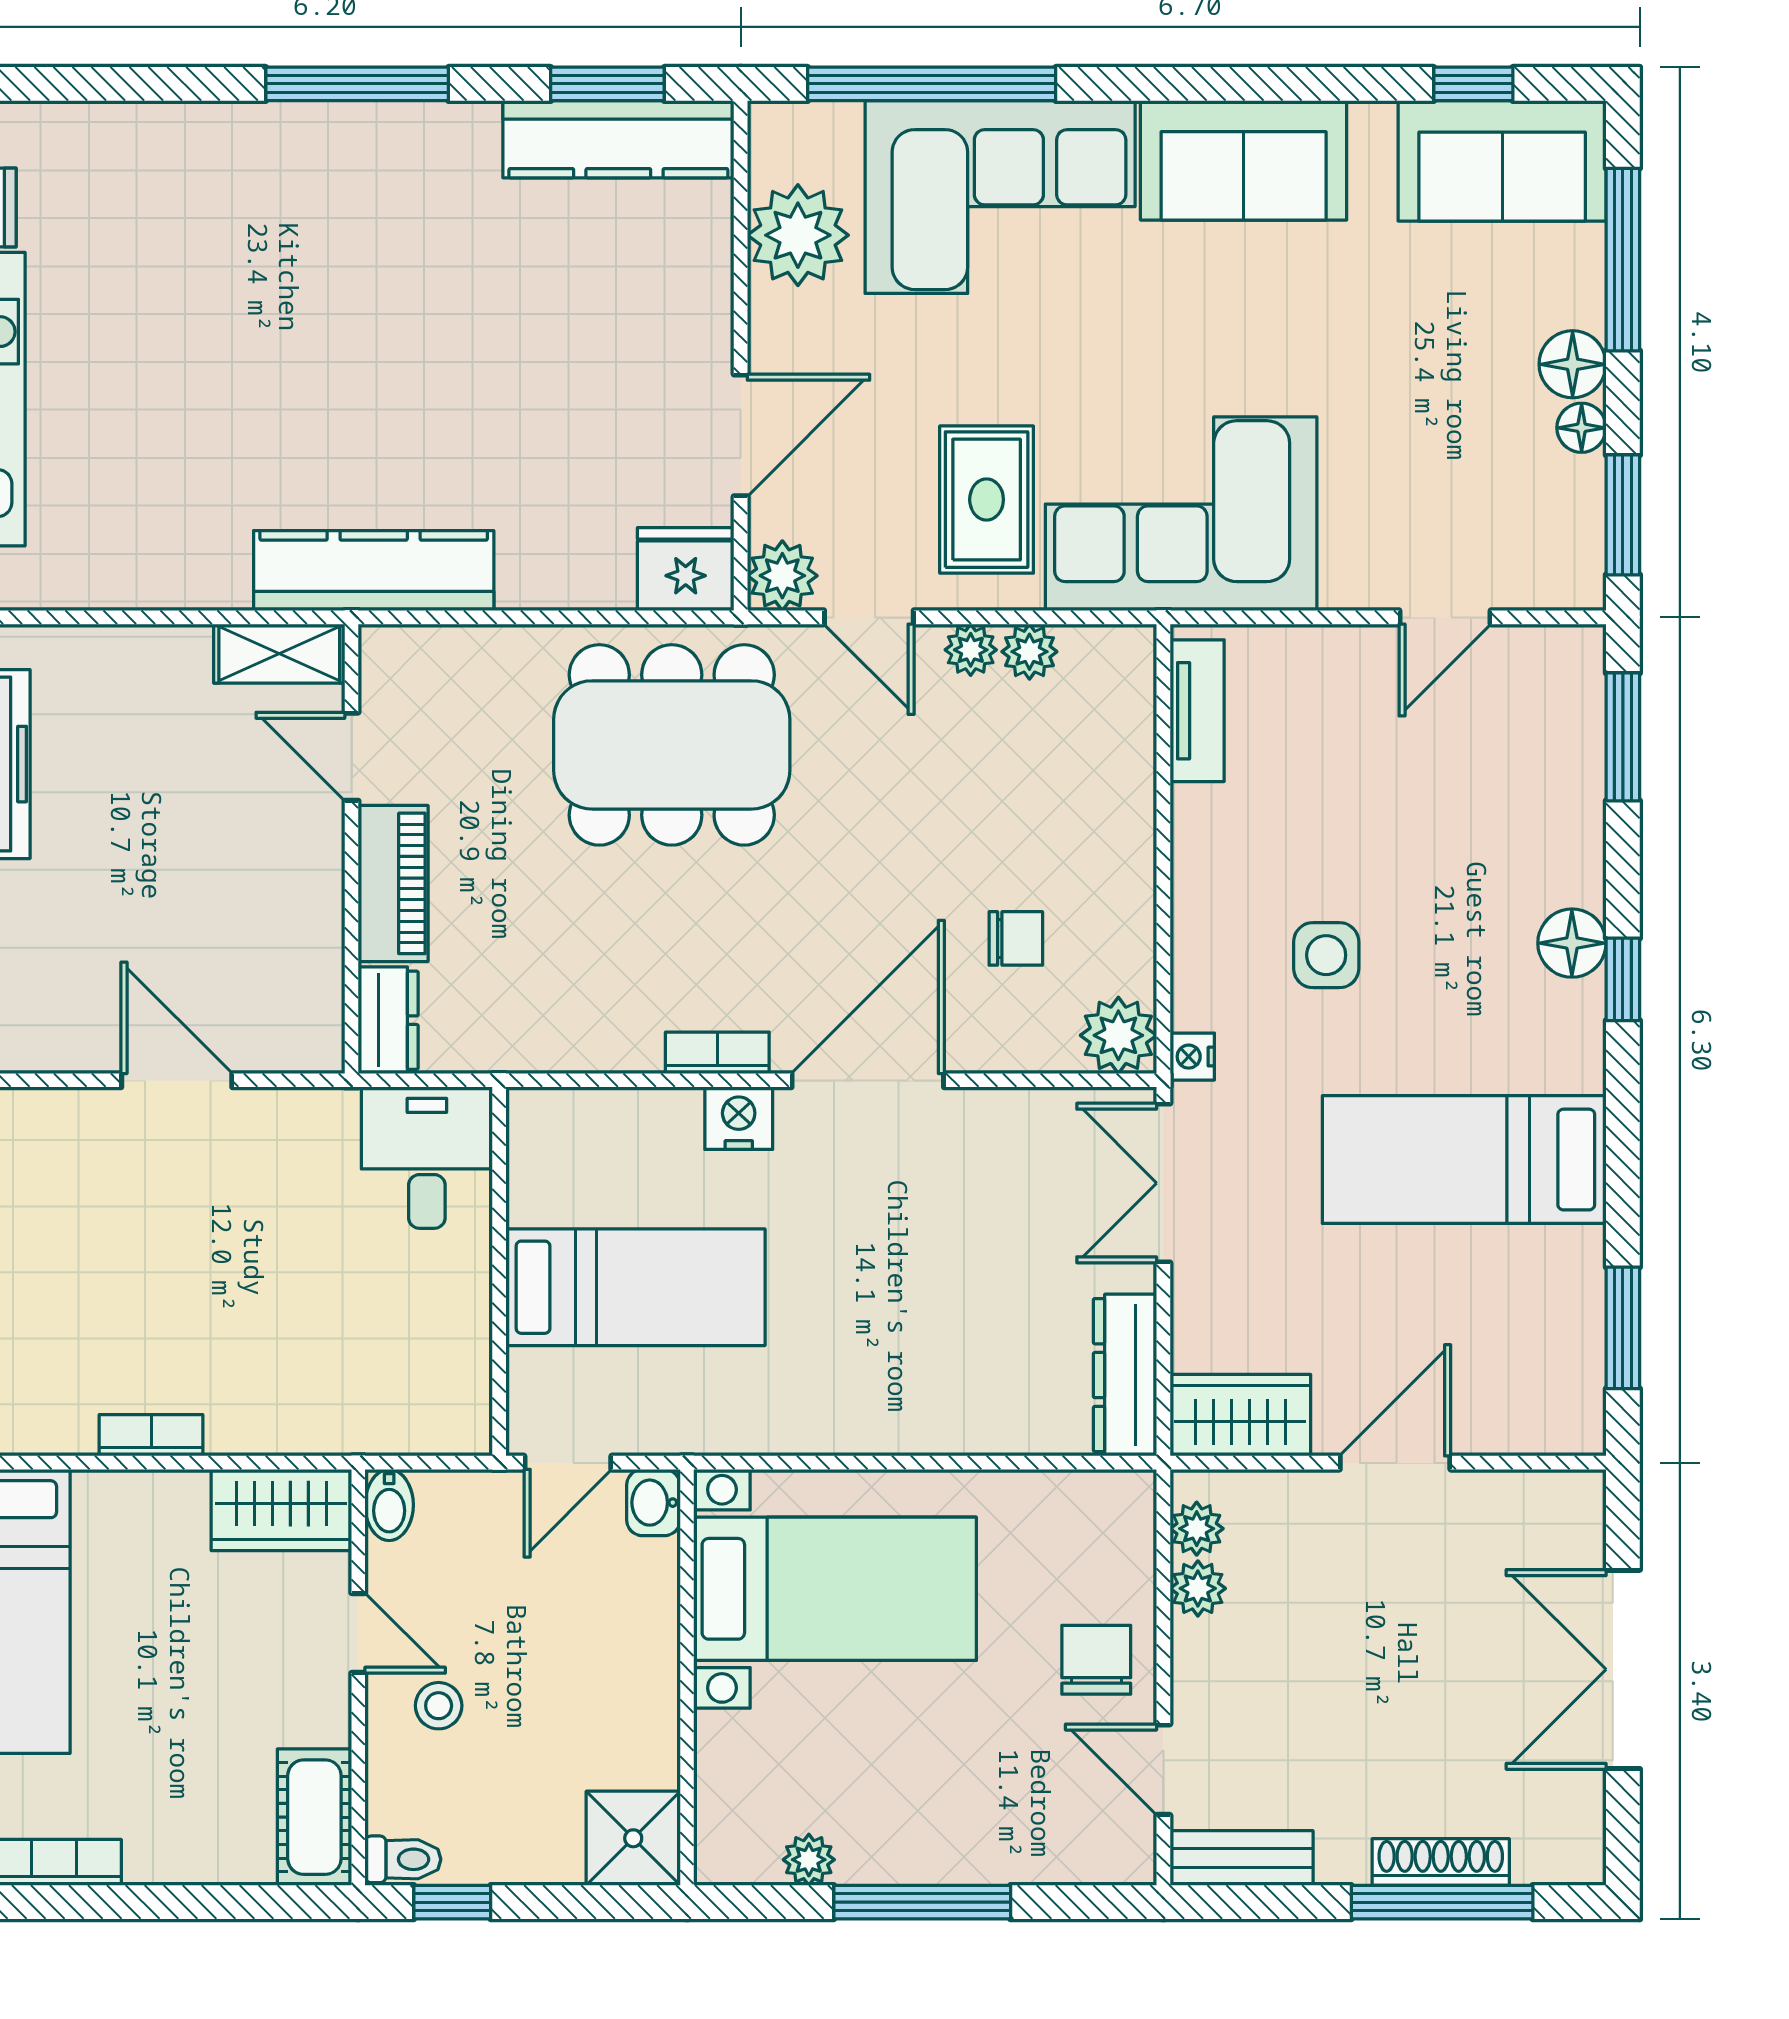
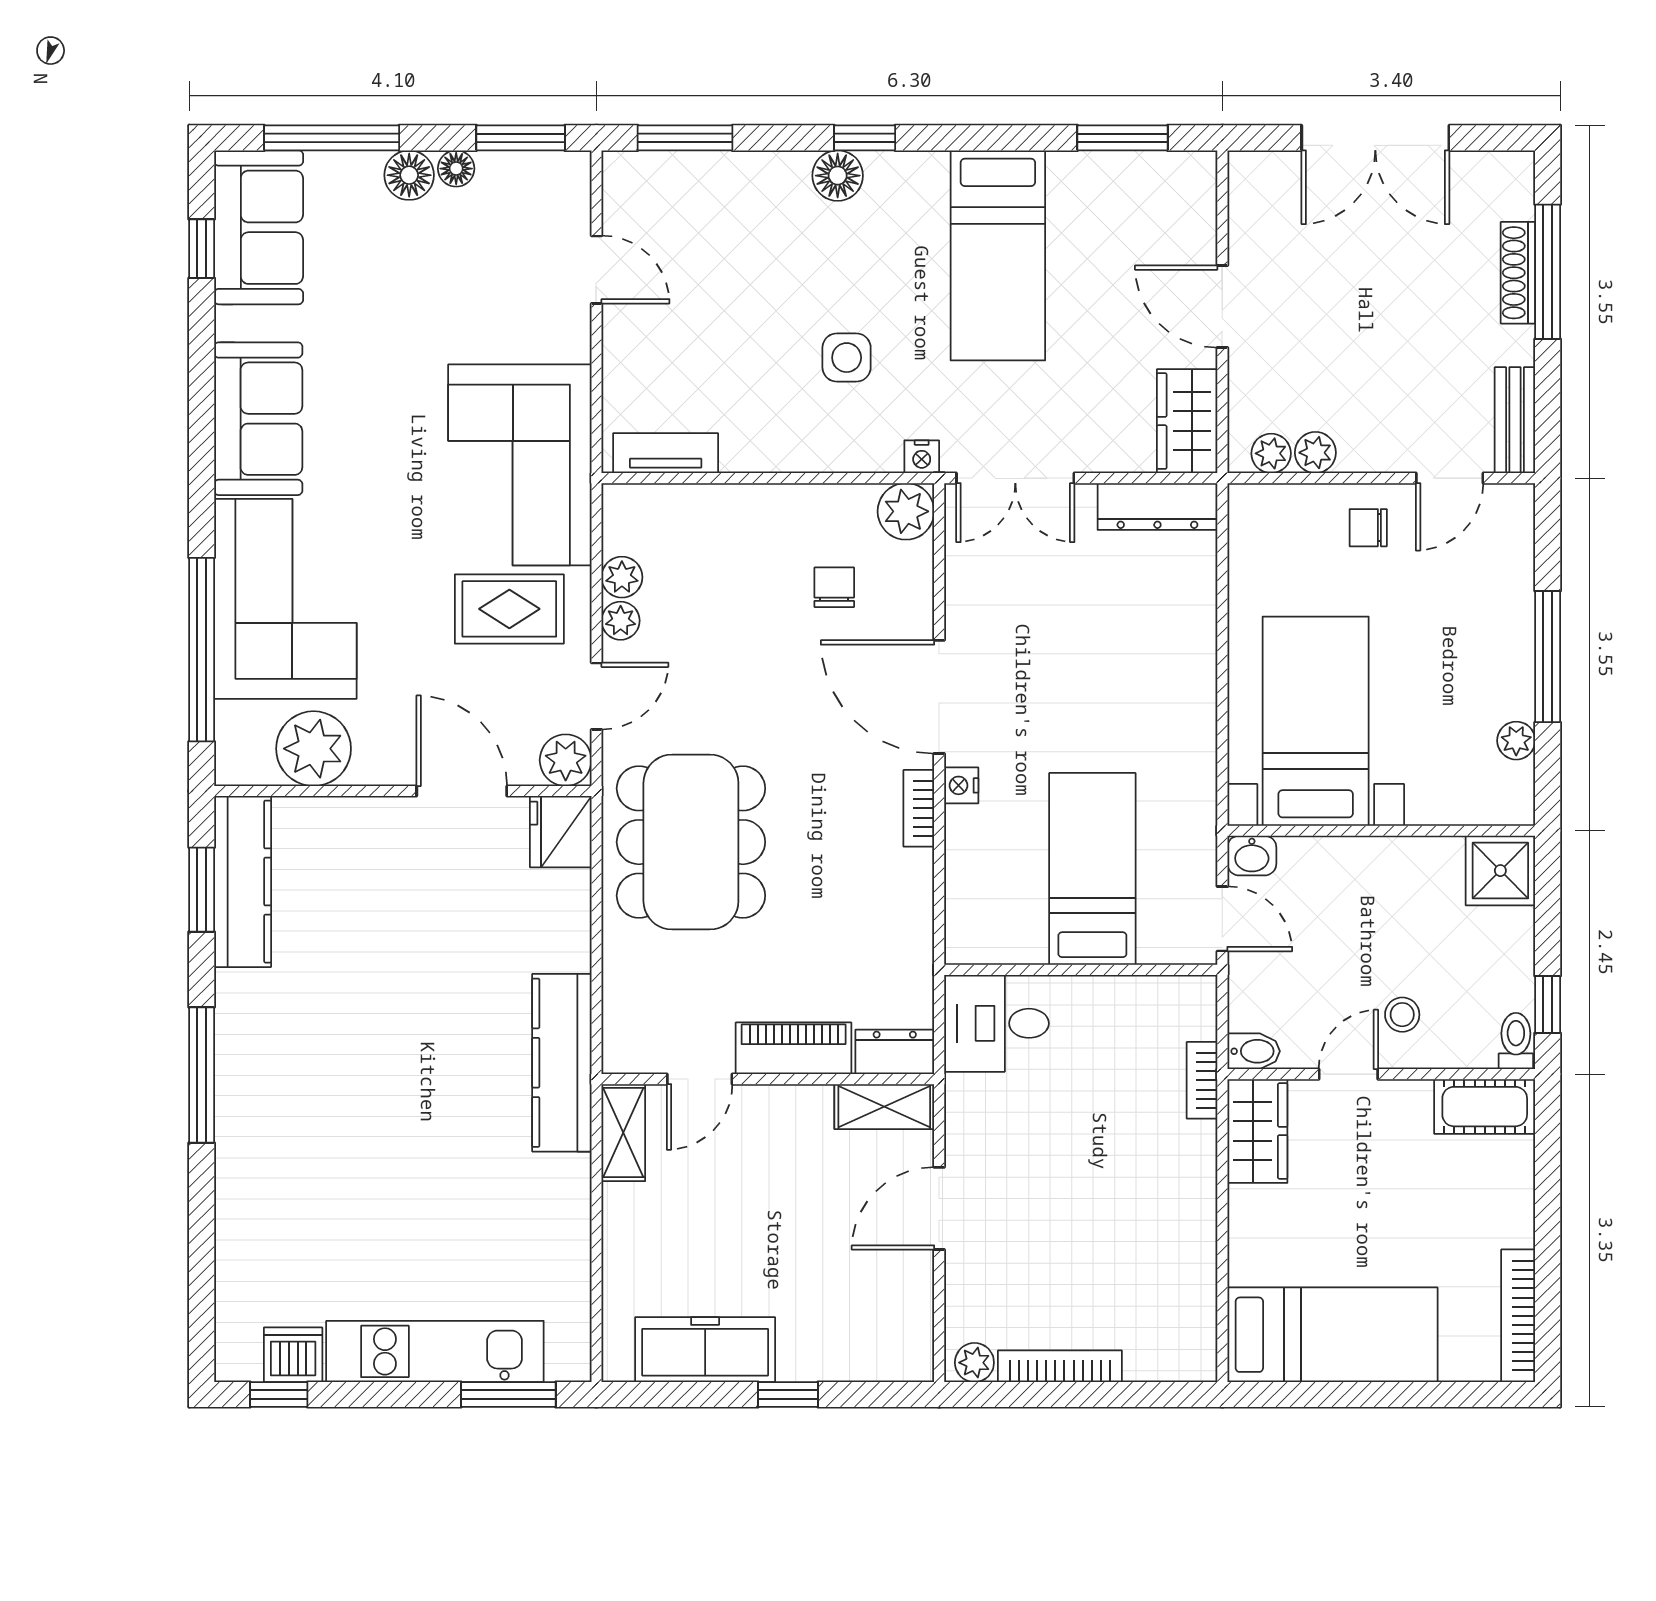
shelving: (314, 1006) -> (884, 1107), added
nightstand: (739, 1118) -> (961, 785), width x0.72, depth x0.74
bookcase: (151, 1435) -> (1202, 1080), moved
chair: (1096, 1660) -> (1368, 528), width x0.73, depth x0.73

